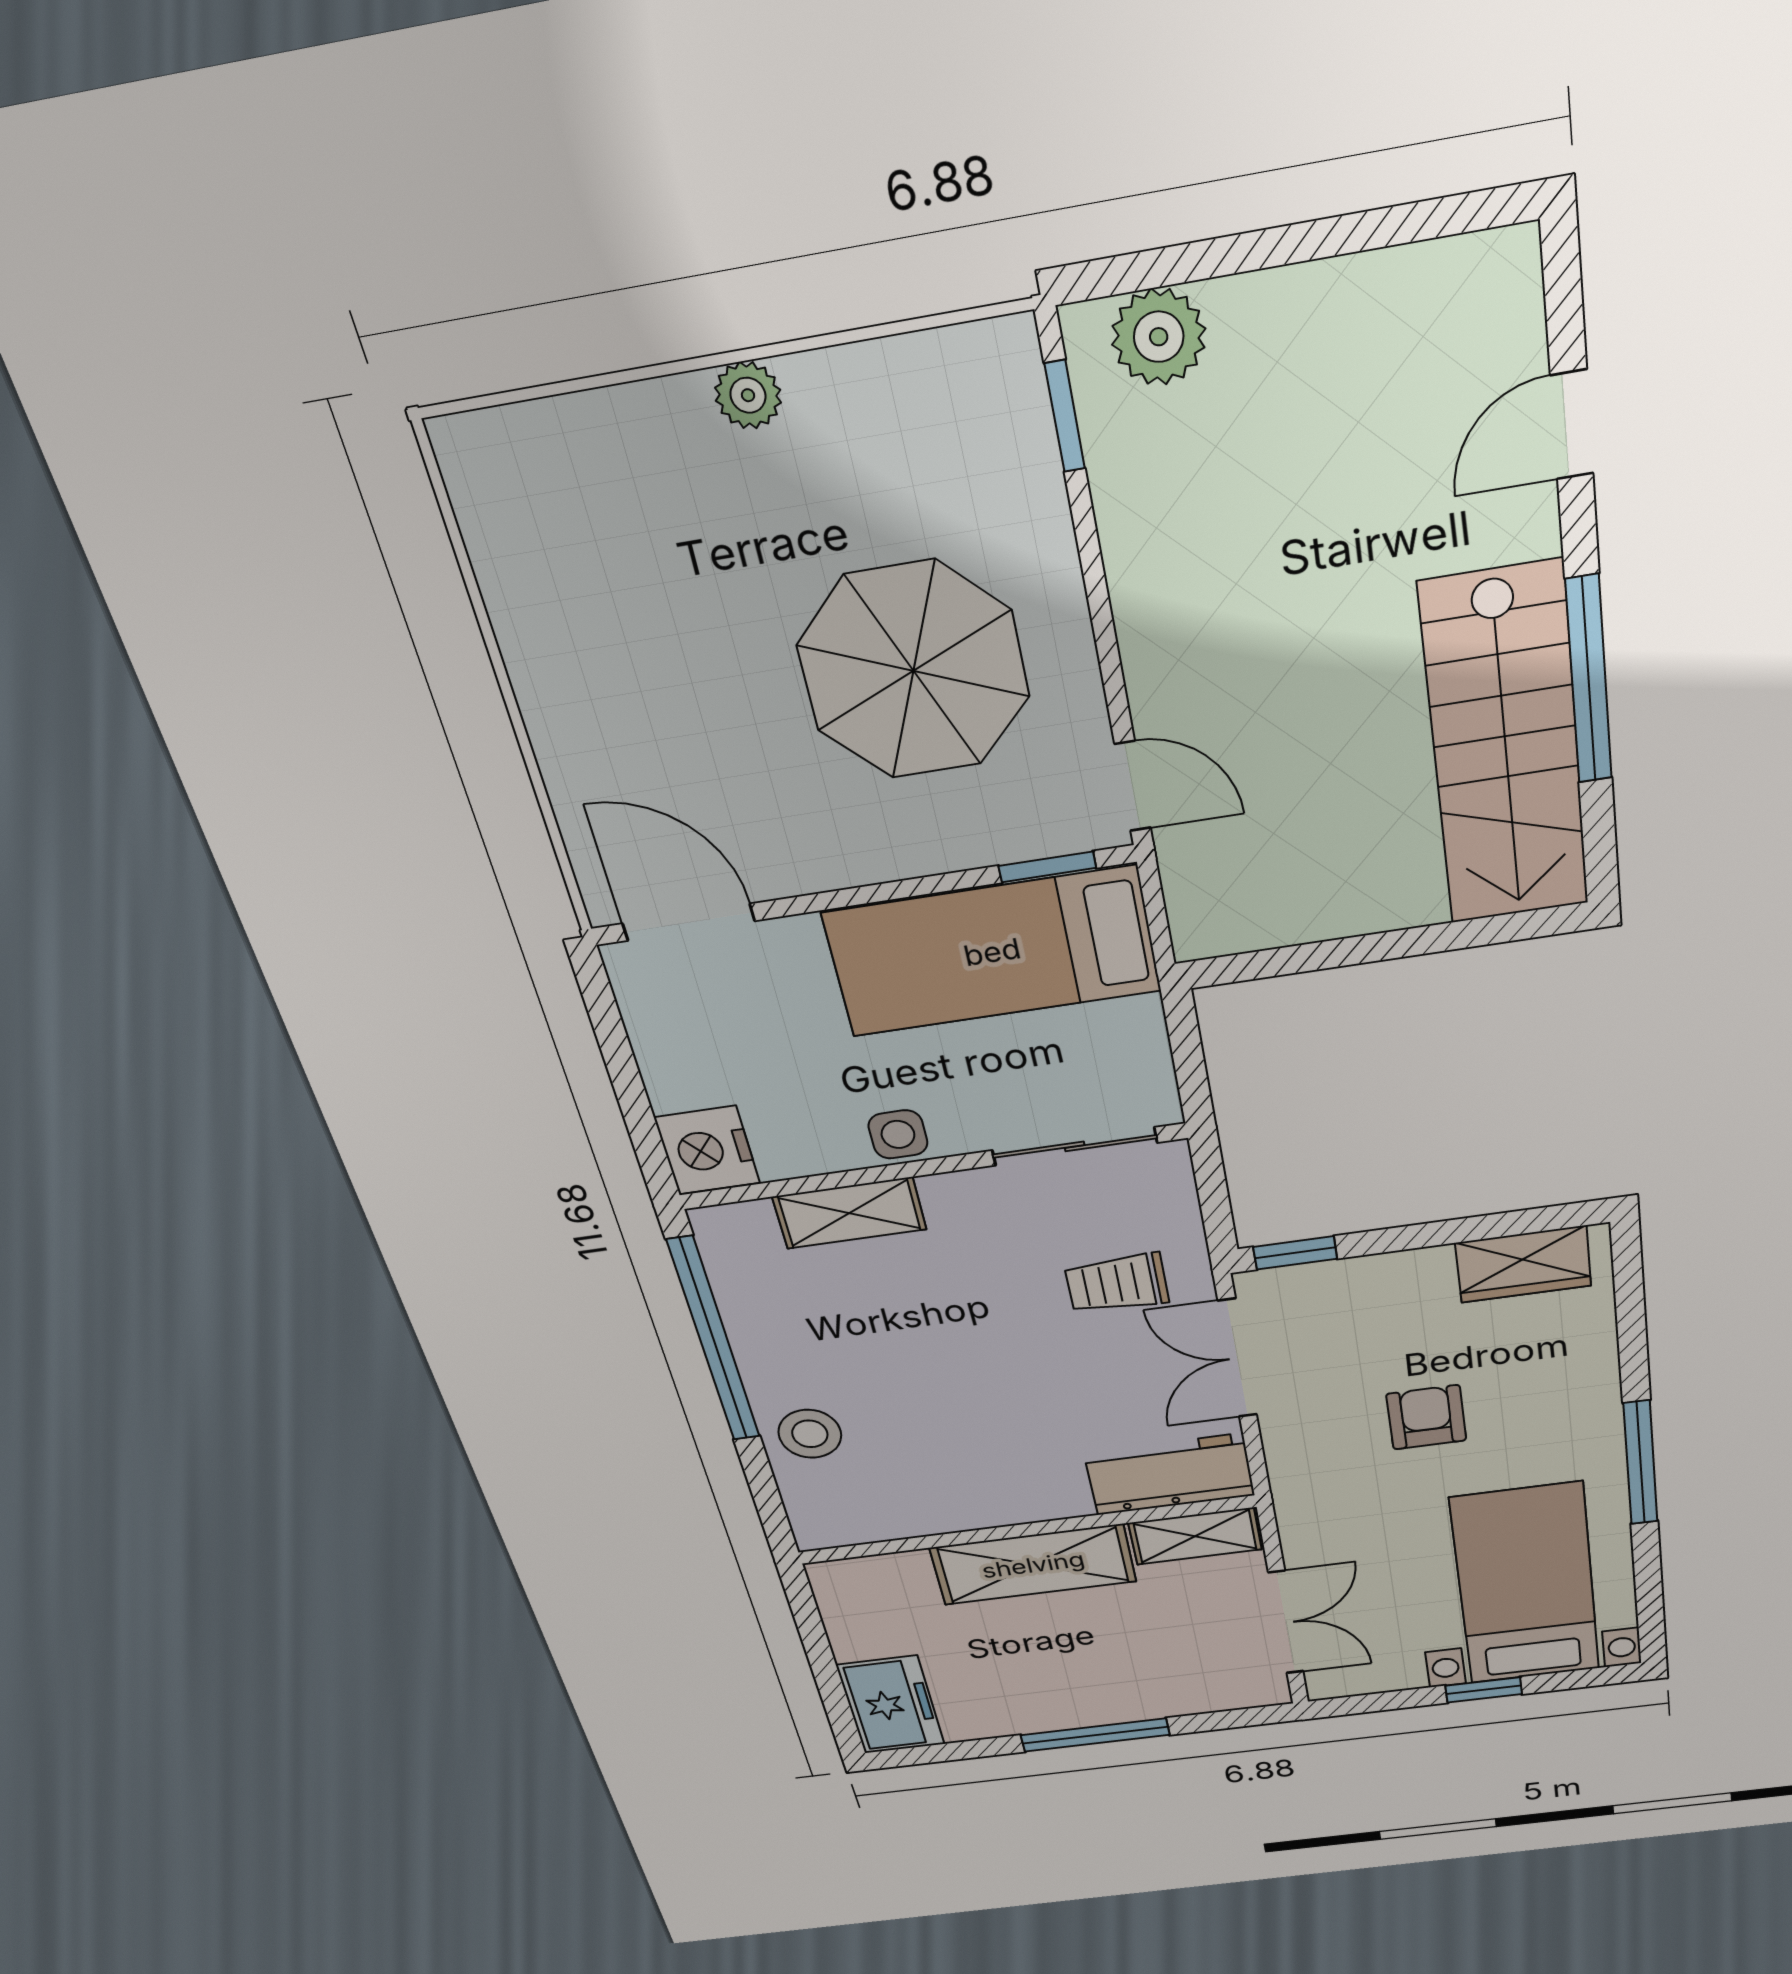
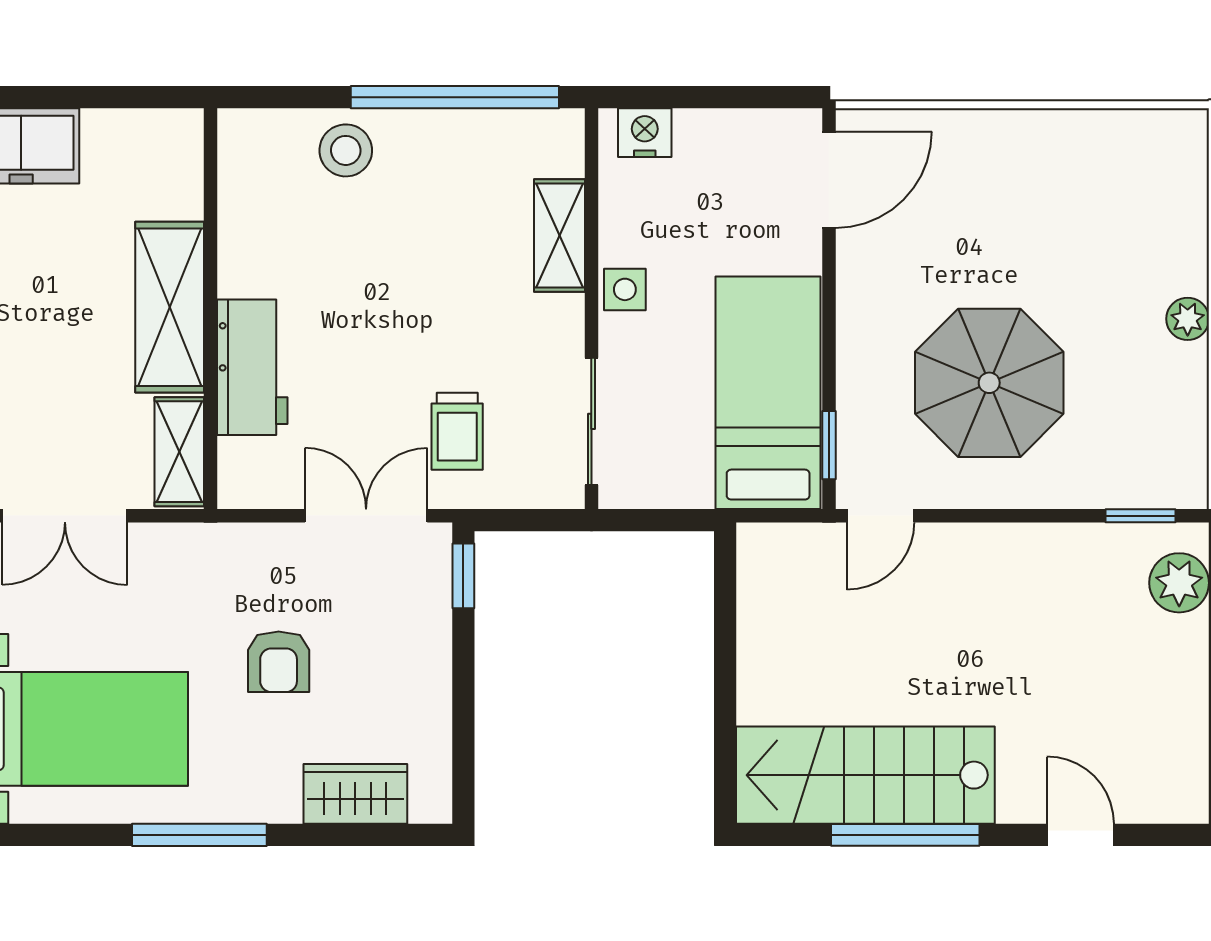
nightstand: (707, 1150) -> (645, 133), width x0.74, depth x0.75
wardrobe: (1523, 1264) -> (355, 794), moved, turned 90
trolley: (1117, 1283) -> (457, 431), turned 180
armchair: (1426, 1417) -> (279, 662), turned 90
workbench: (1170, 1474) -> (252, 367), moved

